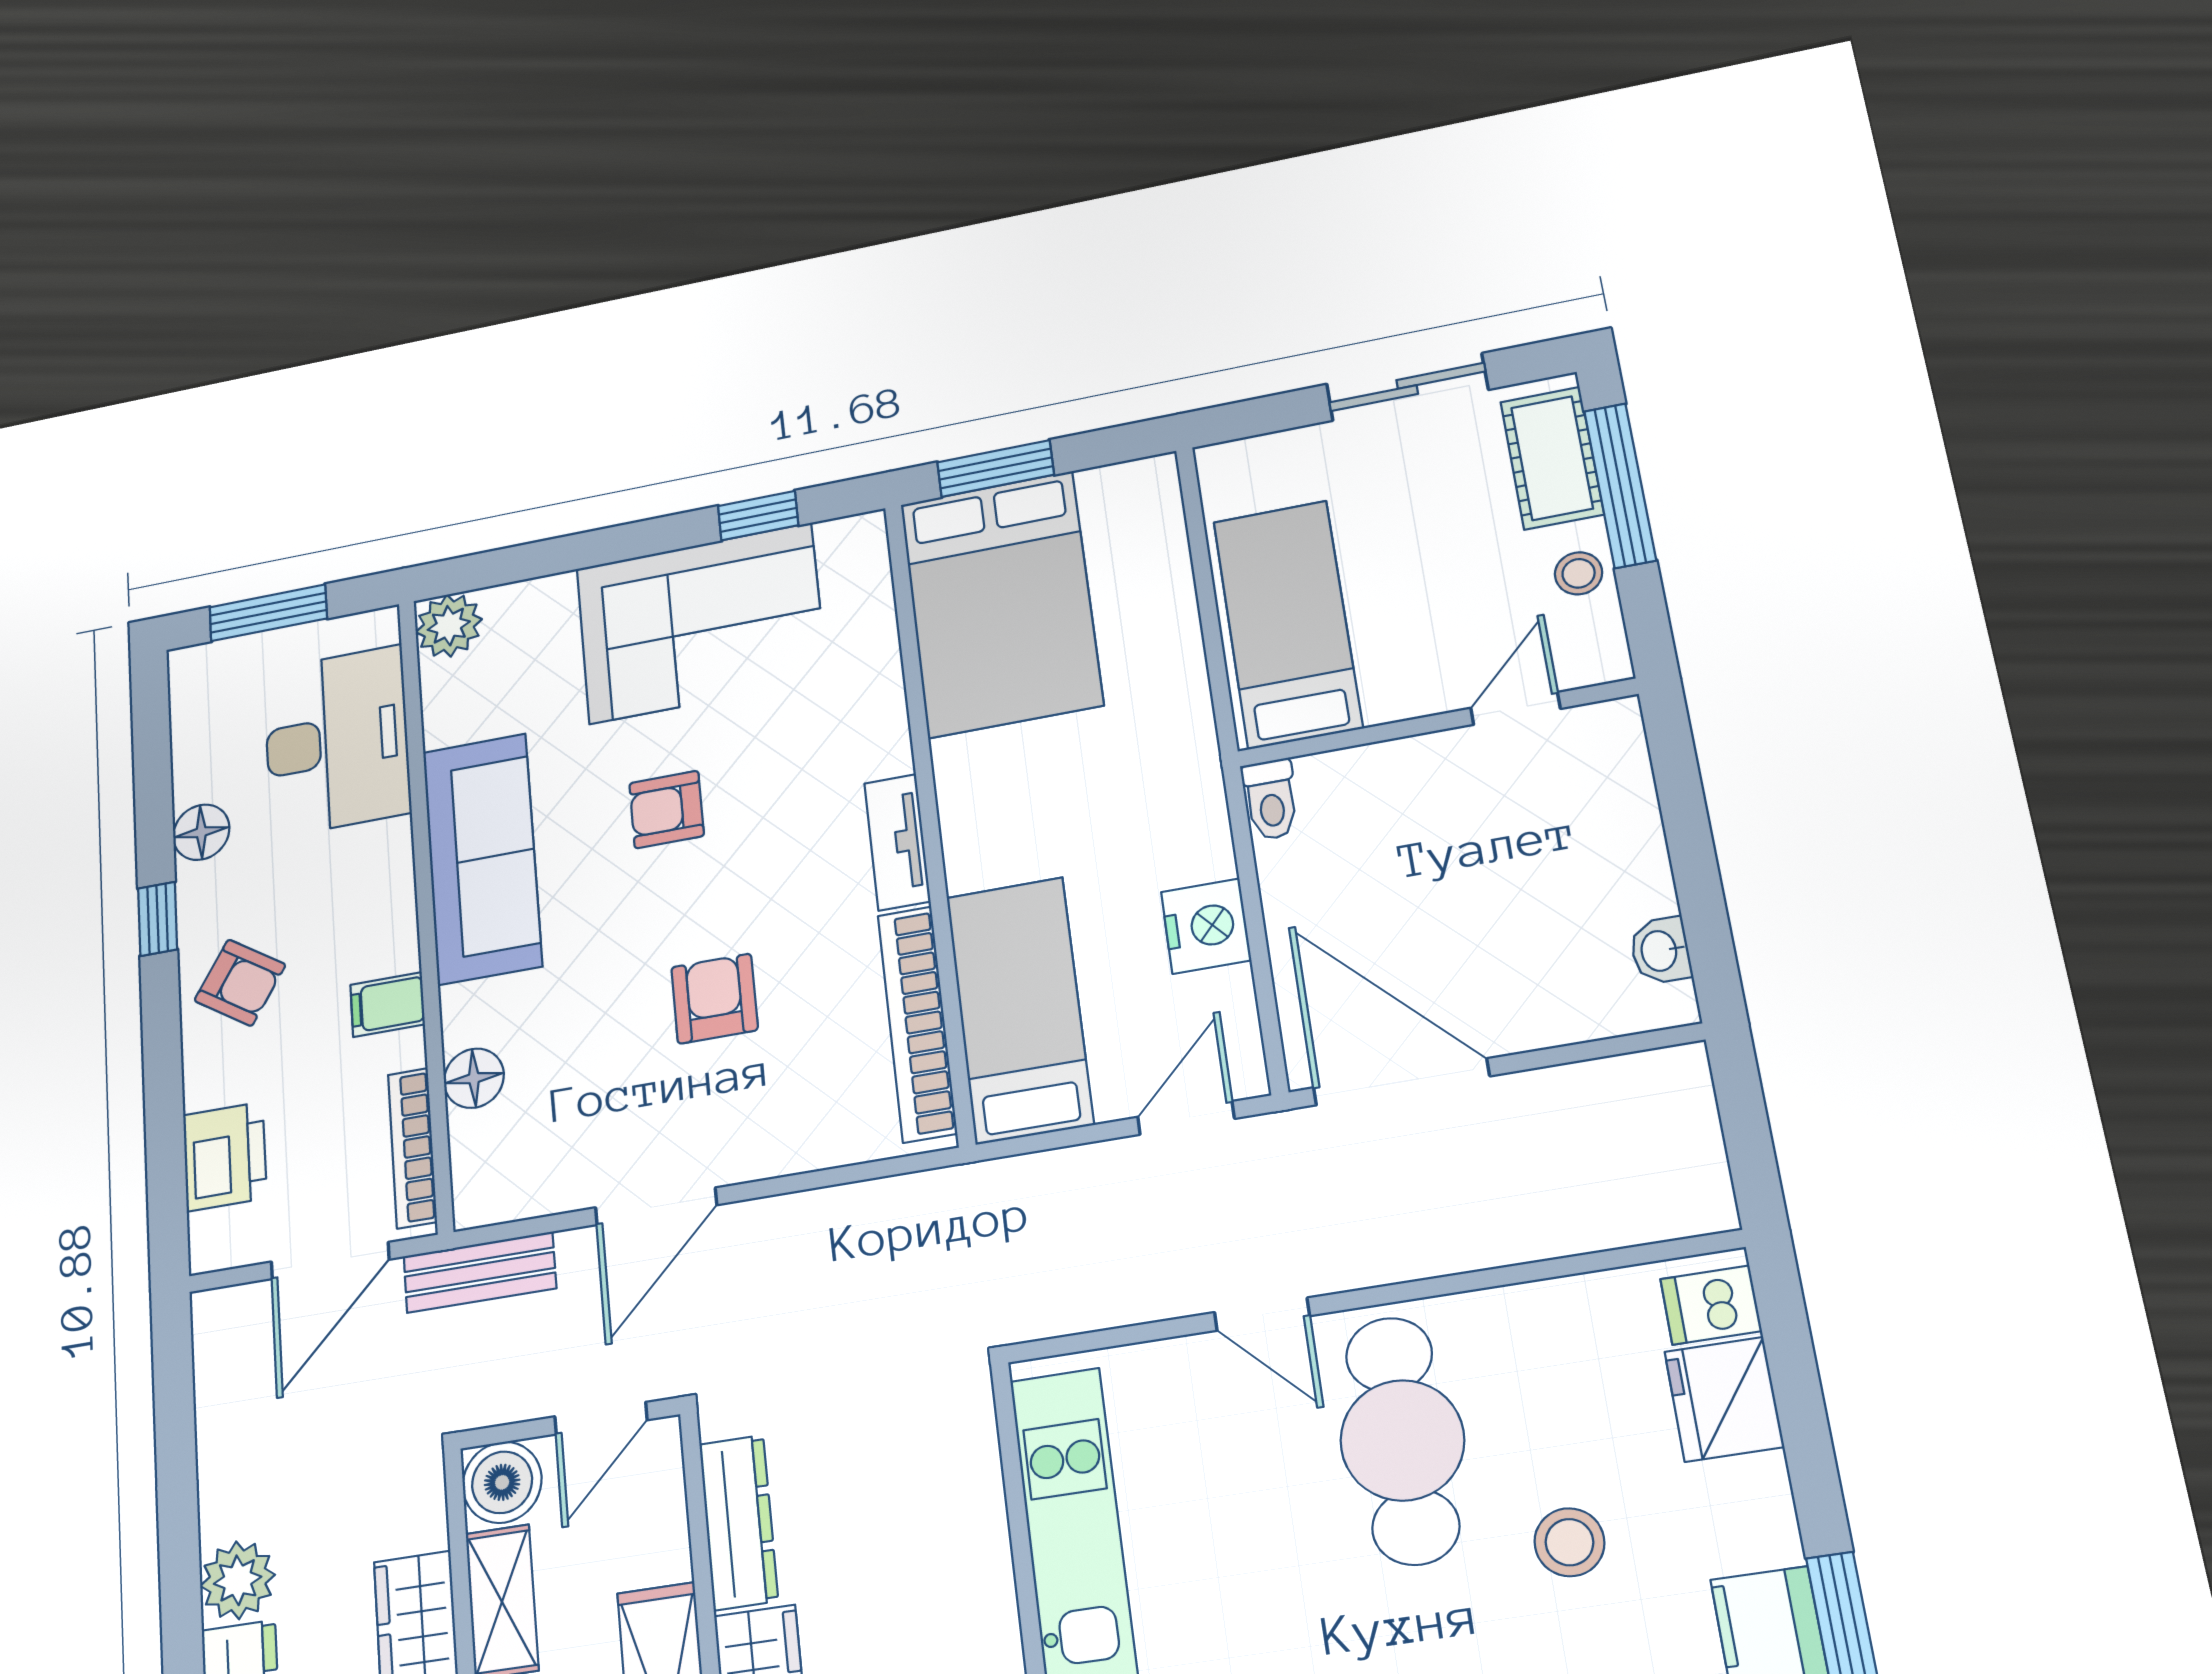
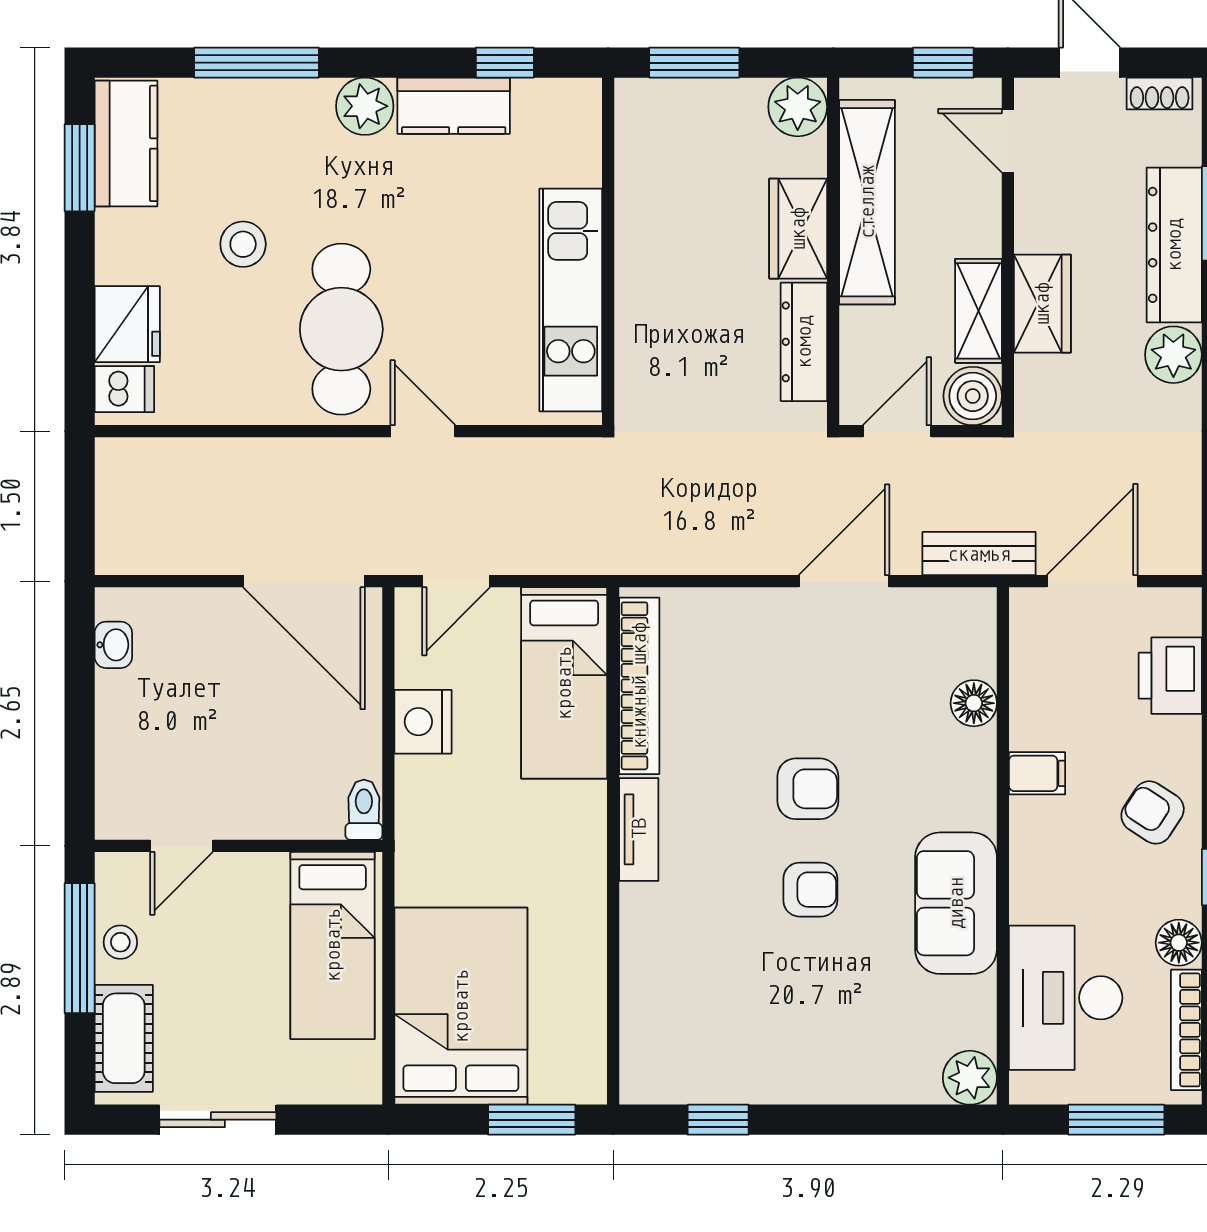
window: (1620, 485) -> (80, 948), moved
bed: (1001, 604) -> (461, 1006), moved
corner sofa: (701, 623) -> (771, 1038), removed
sofa: (482, 858) -> (956, 903), width x0.73
armchair: (714, 999) -> (808, 789), moved, turned -90
bookcase: (412, 1148) -> (1186, 1030), moved, turned 180

